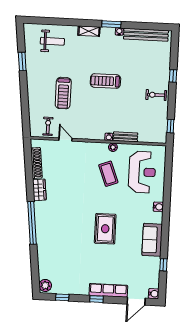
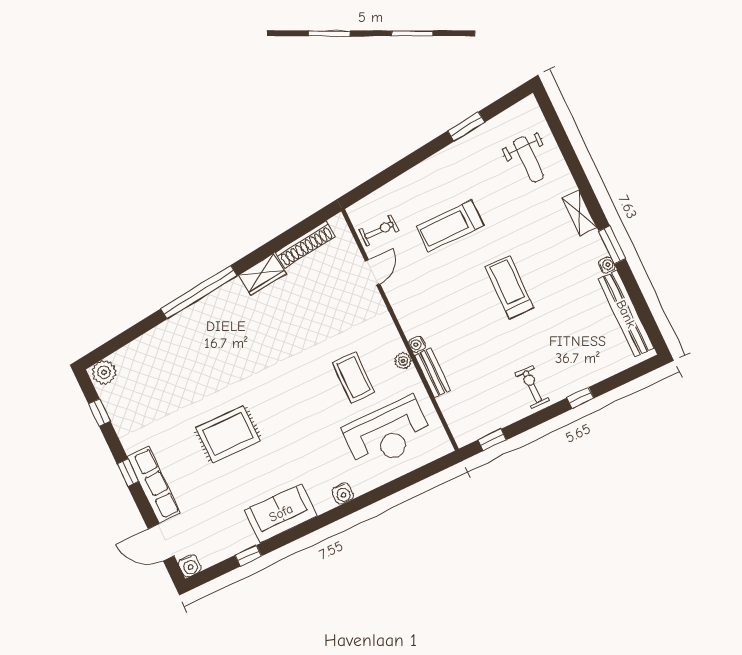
coffee table: (108, 174) -> (353, 377), turned -69
rug: (105, 229) -> (228, 434), moved

